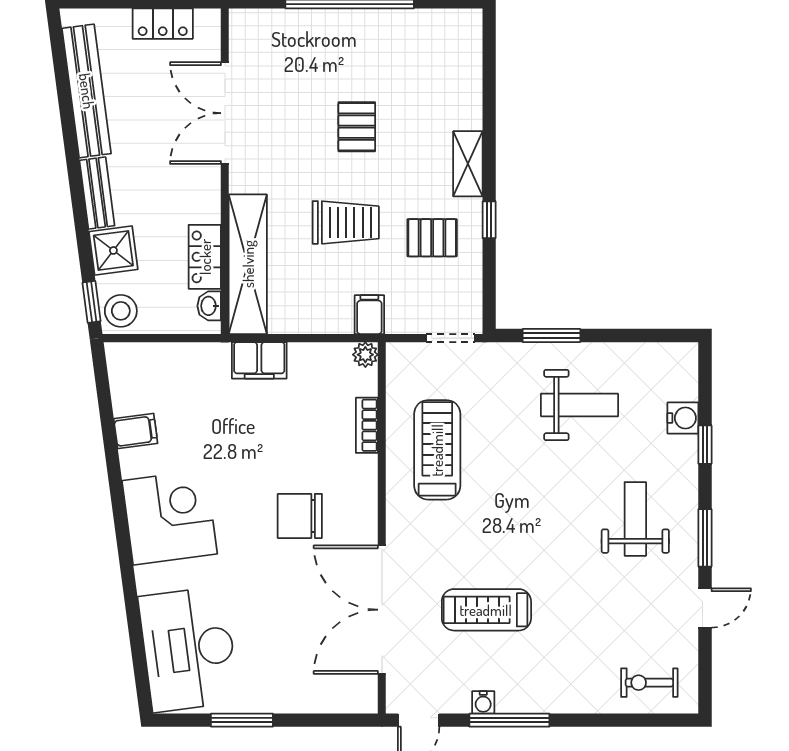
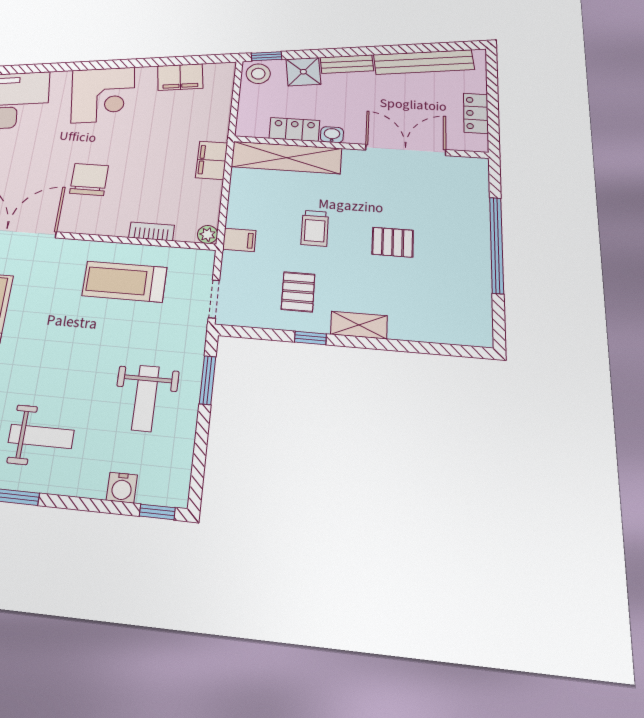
trolley: (346, 222) -> (315, 228), width x0.73, depth x0.72
washbasin: (209, 306) -> (332, 135), moved
filing cabinet: (136, 431) -> (180, 77), width x2.00
window: (705, 445) -> (157, 512), moved
treadmill: (437, 450) -> (125, 282), turned 180

